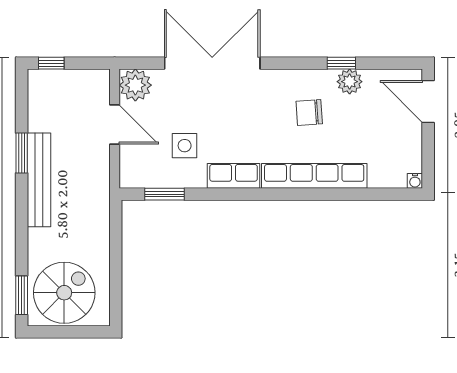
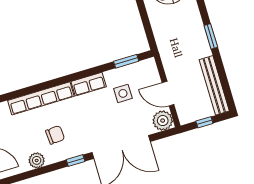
window: (51, 63) -> (204, 122), moved
window: (341, 63) -> (76, 161), moved
window: (22, 153) -> (211, 36), moved
bench: (39, 180) -> (214, 85), moved

